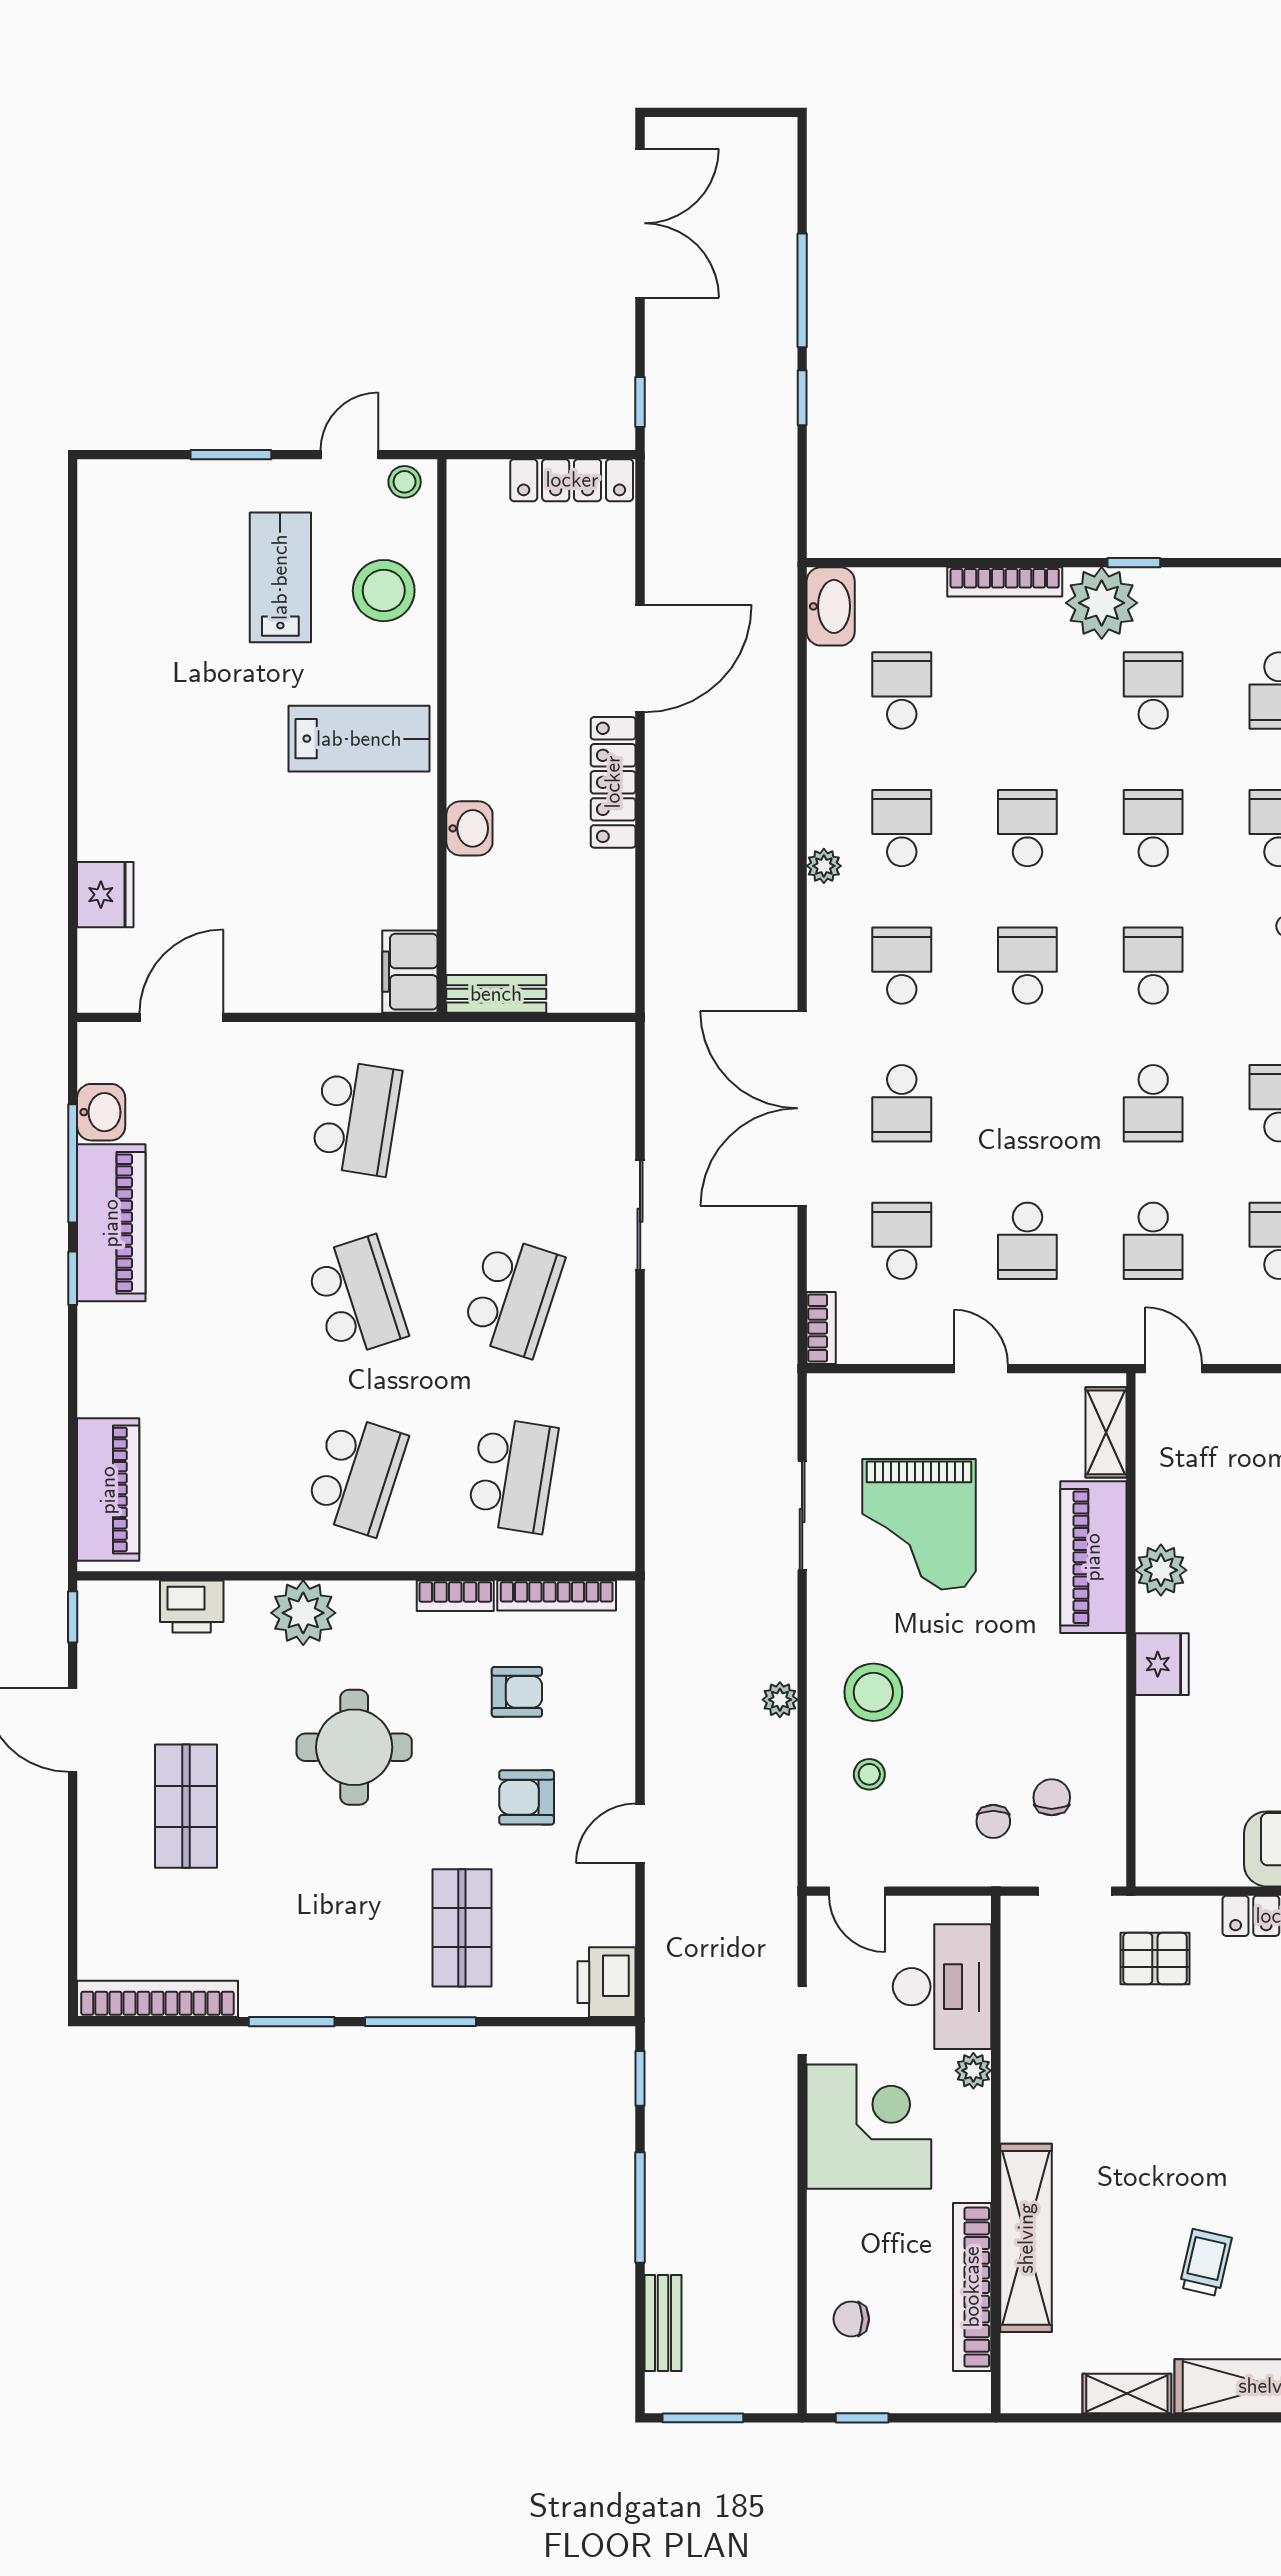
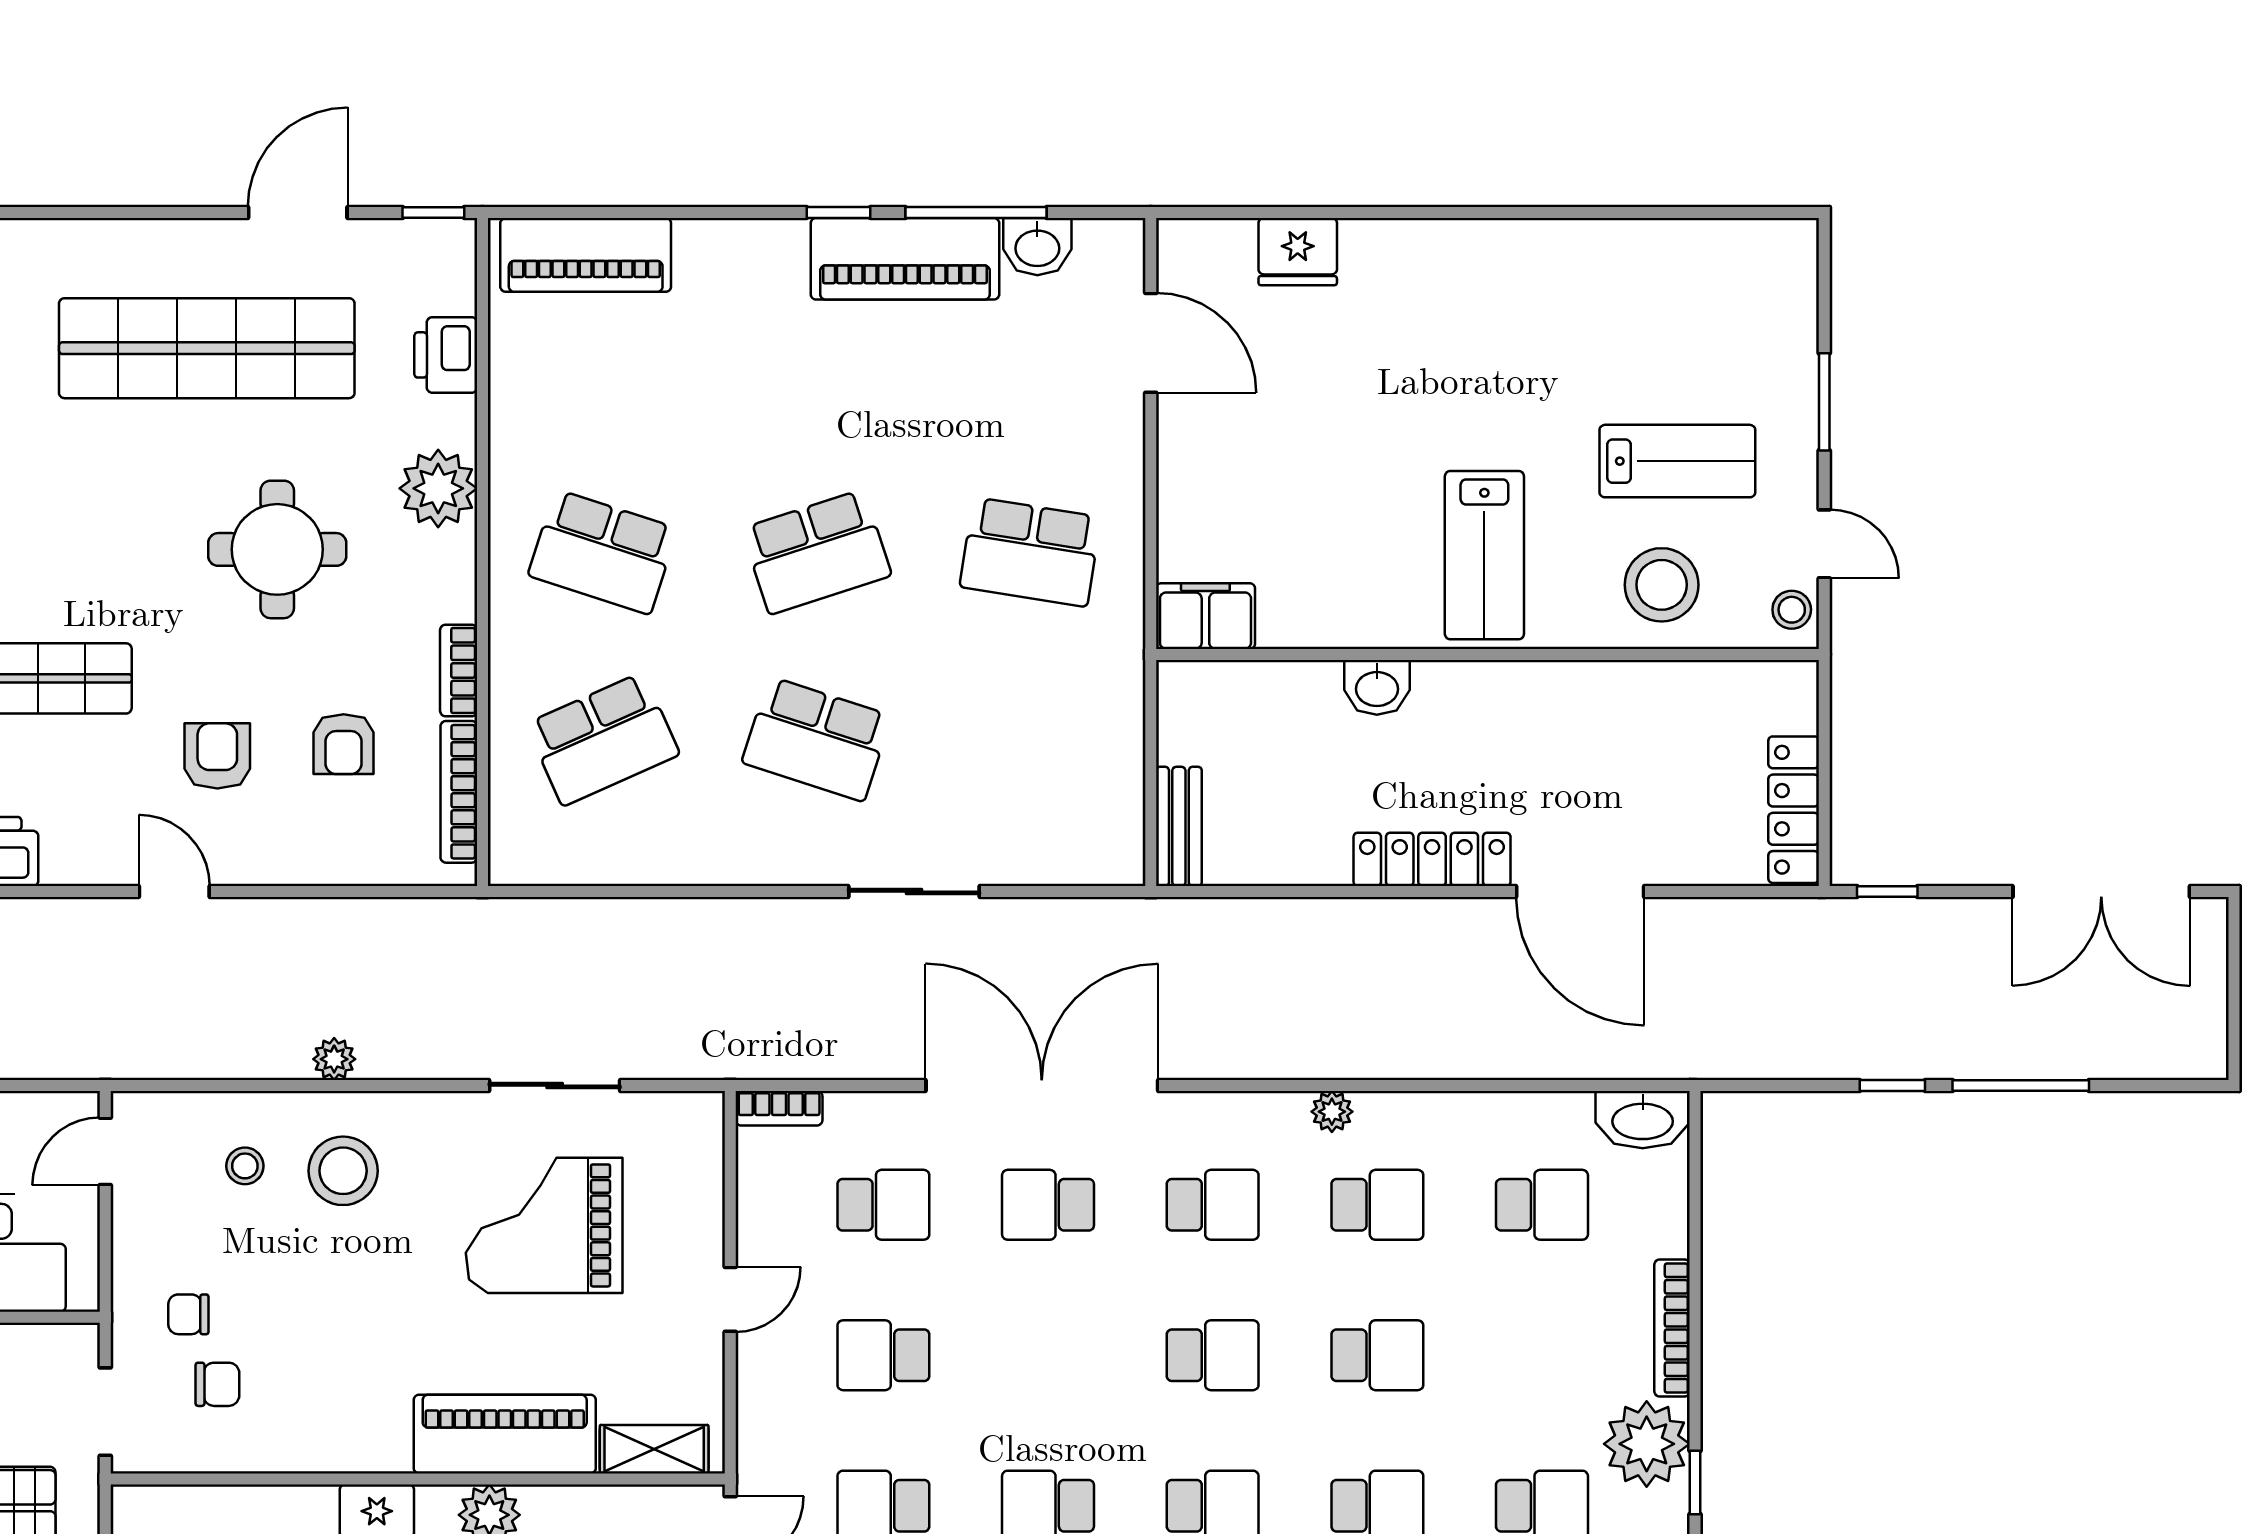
bench: (496, 994) -> (1179, 826), moved
school desk: (513, 1475) -> (603, 739), turned -33
shop shelf: (186, 1806) -> (207, 348), width x2.00, depth x1.36

